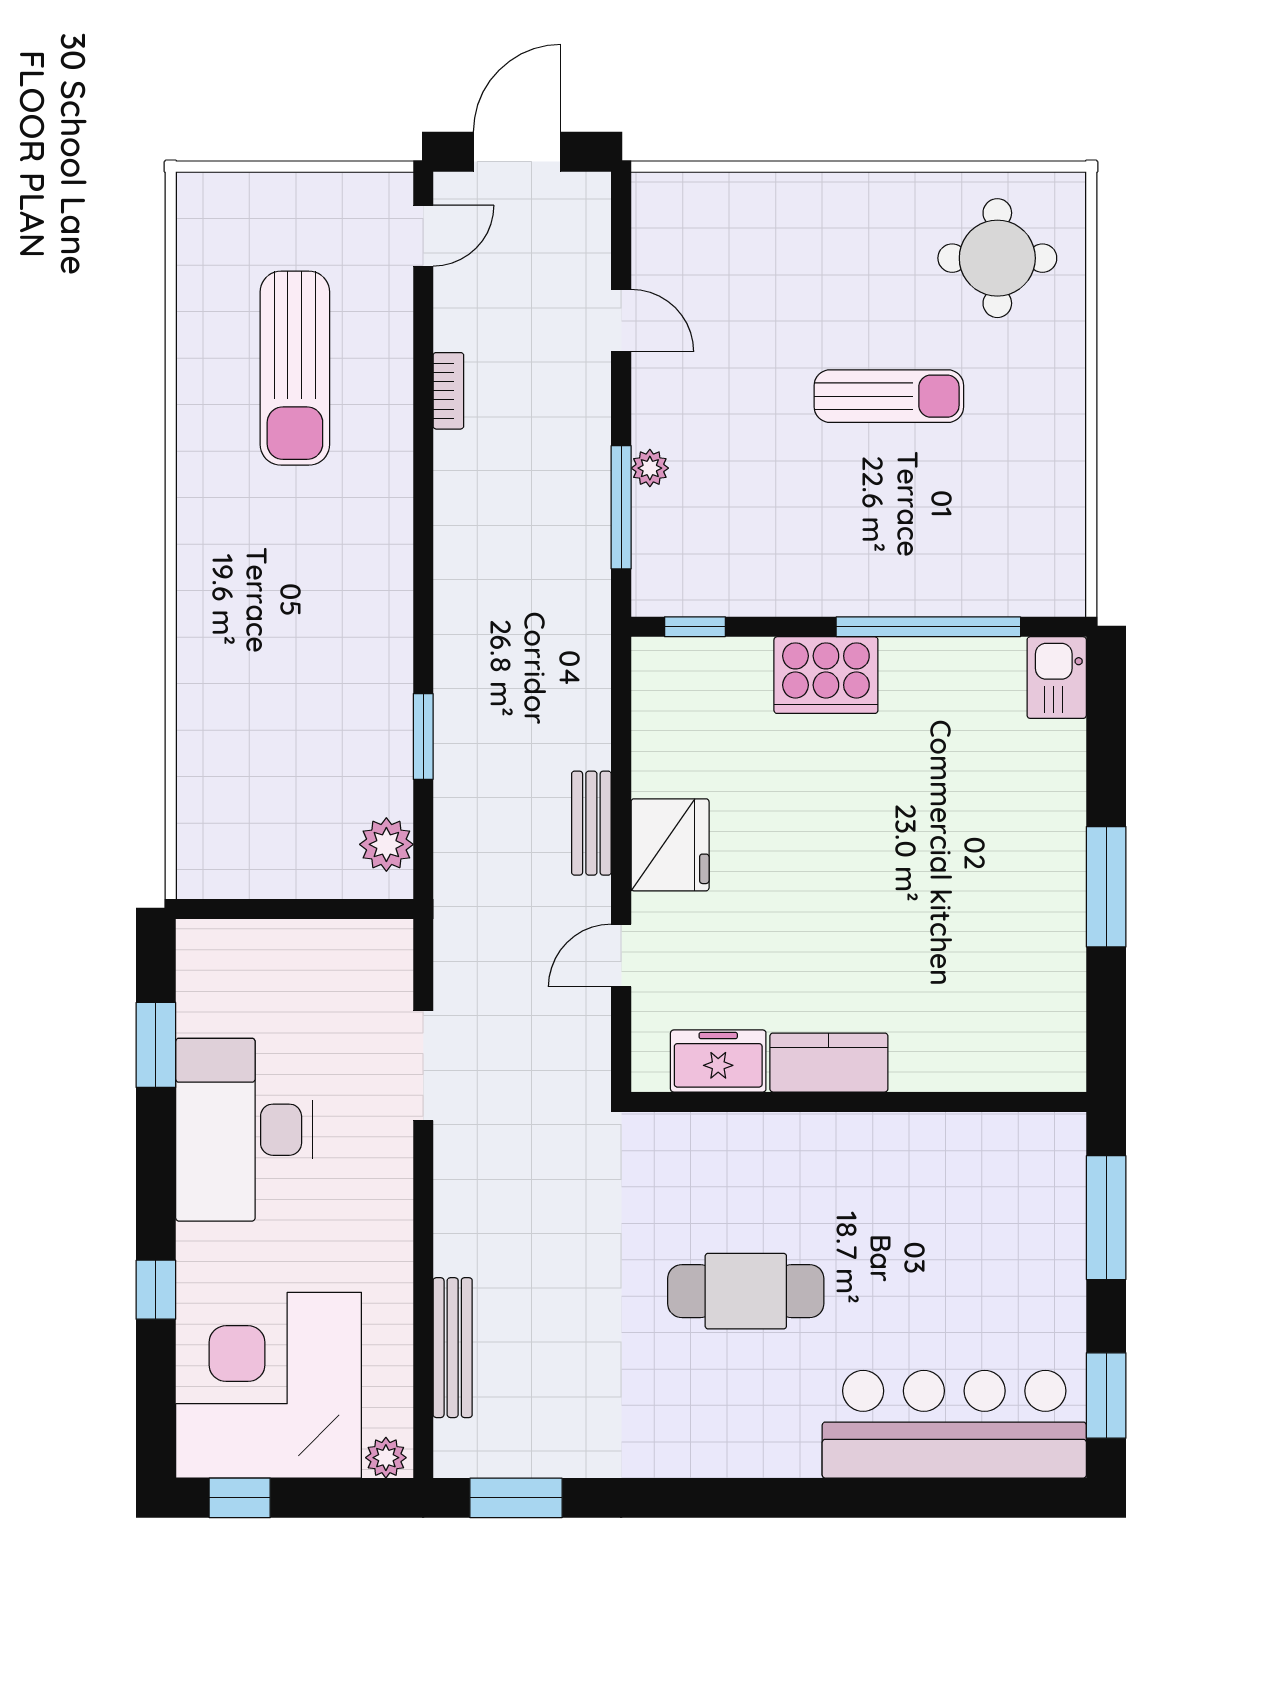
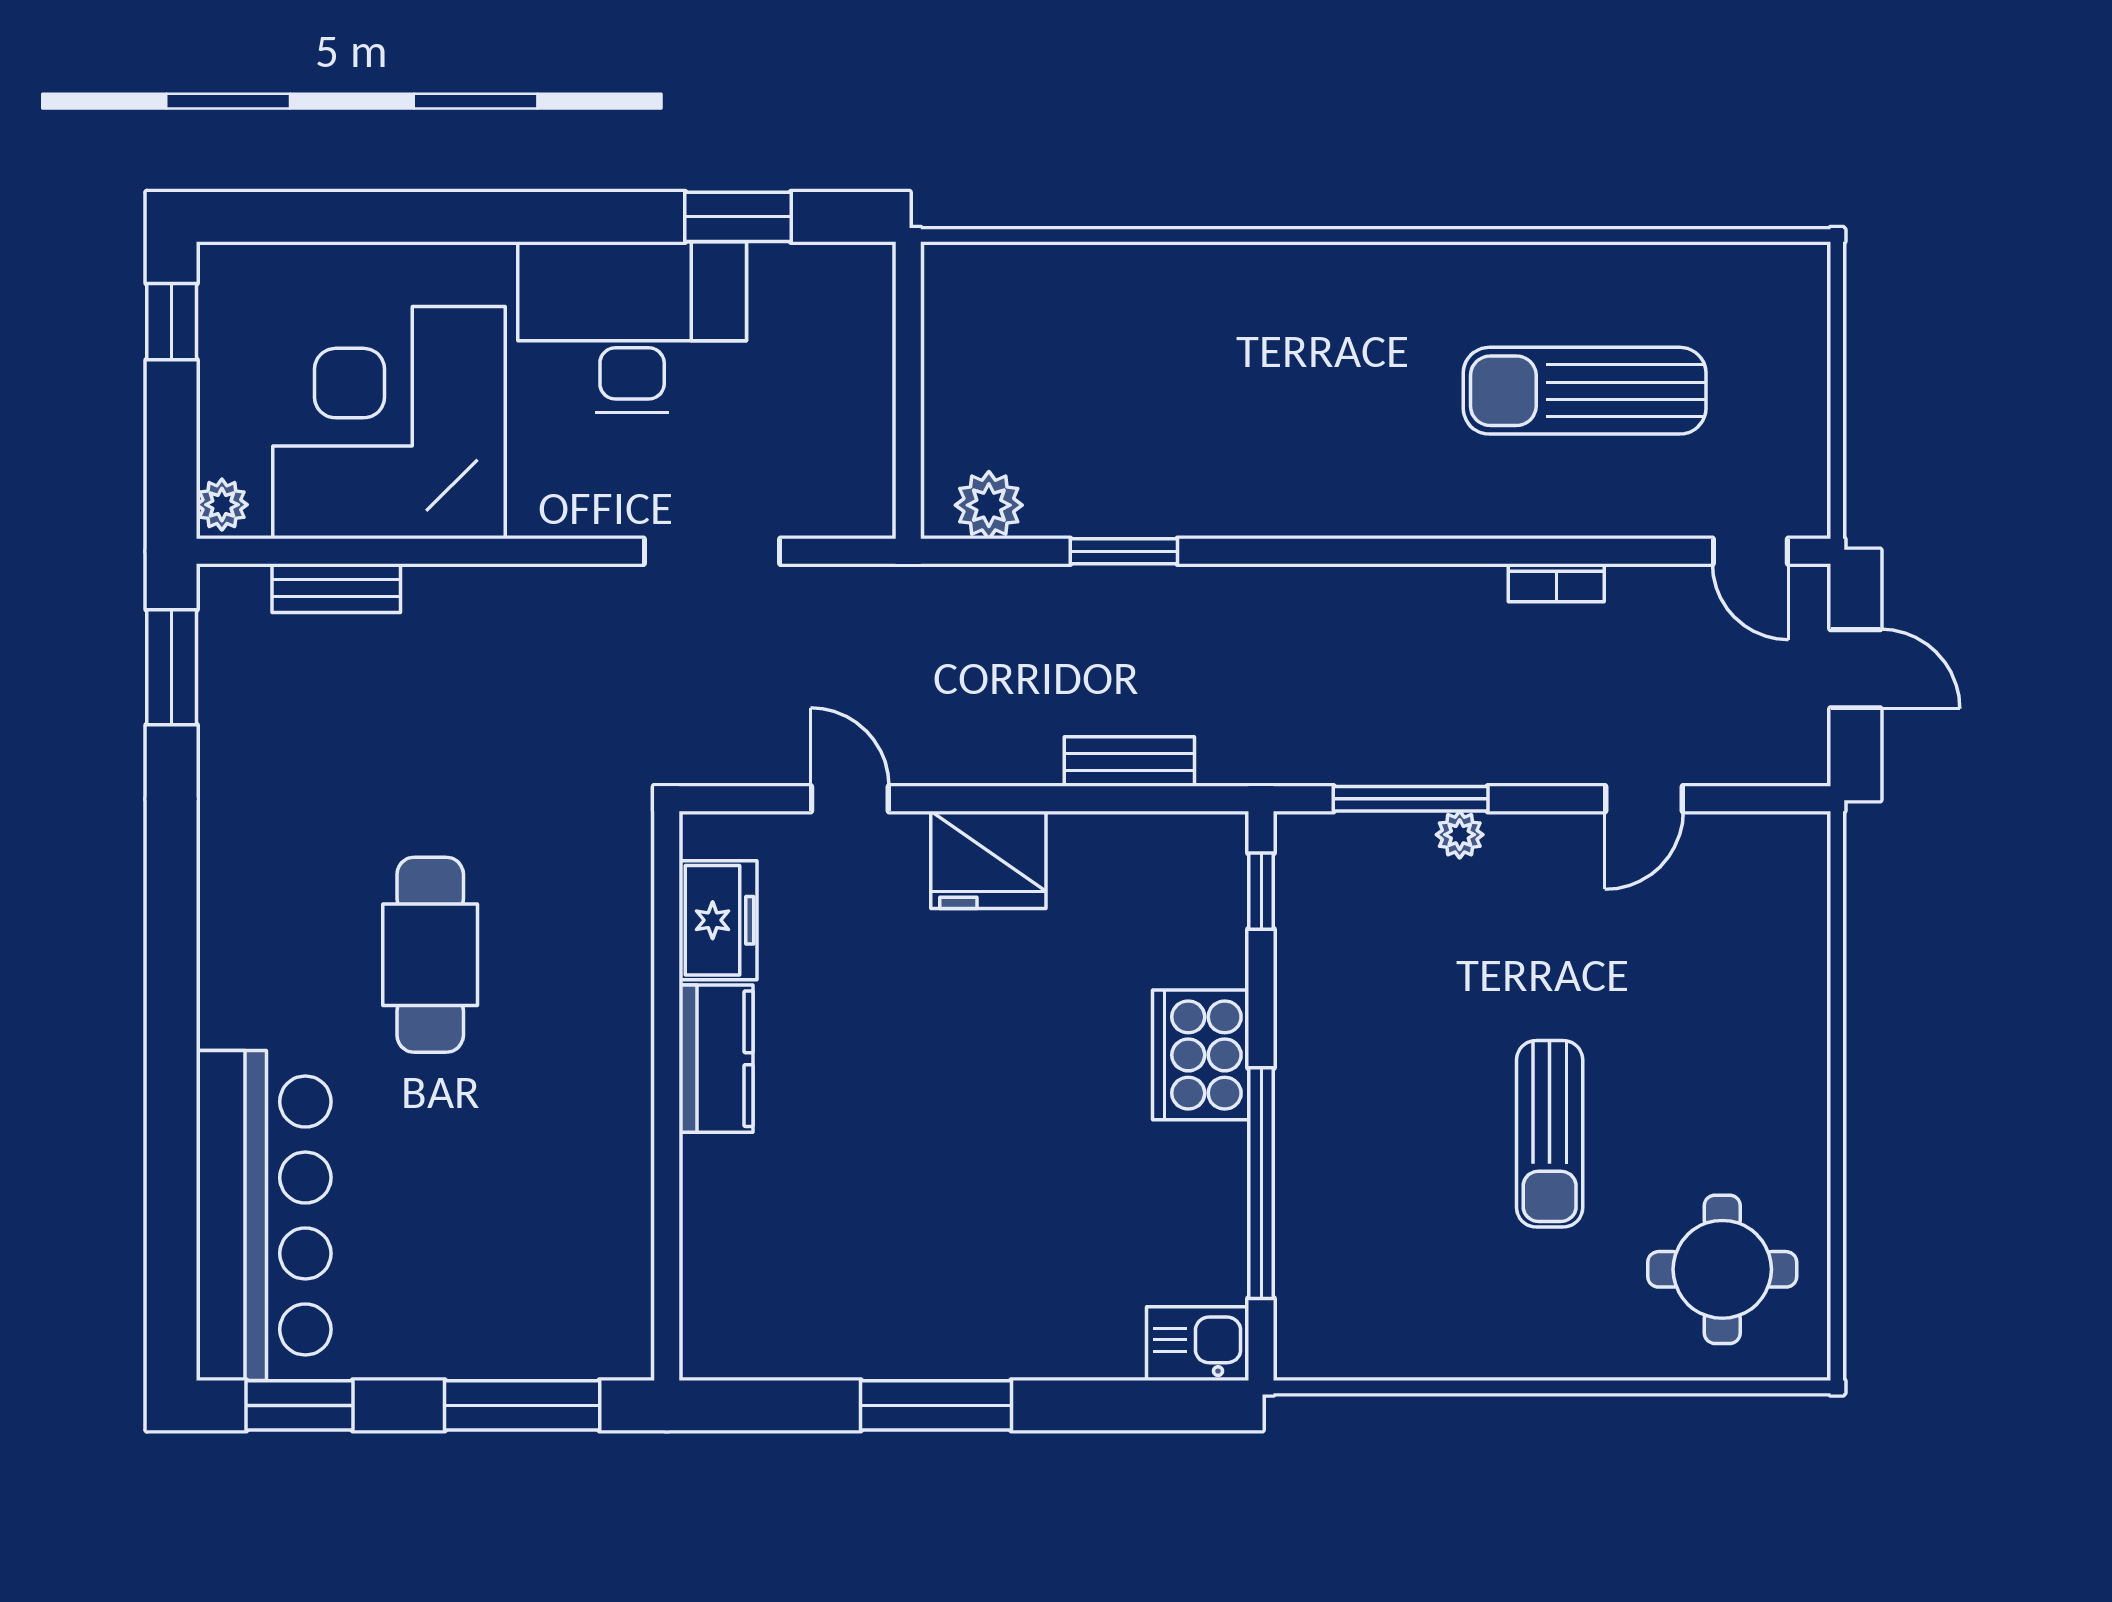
door: (517, 152) -> (1855, 669), width x0.73
bench: (591, 823) -> (1129, 762), moved
window: (156, 1290) -> (432, 217), removed
bench: (453, 1348) -> (336, 588), width x0.73
corner desk: (269, 1385) -> (389, 423), moved, turned -90

